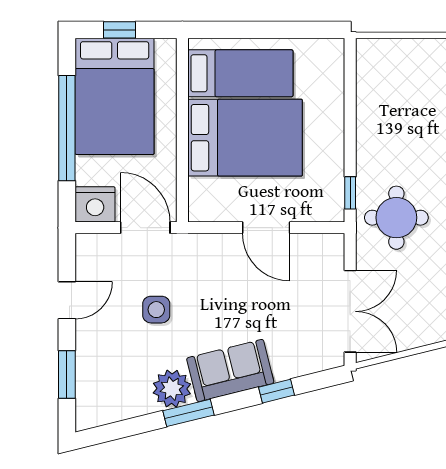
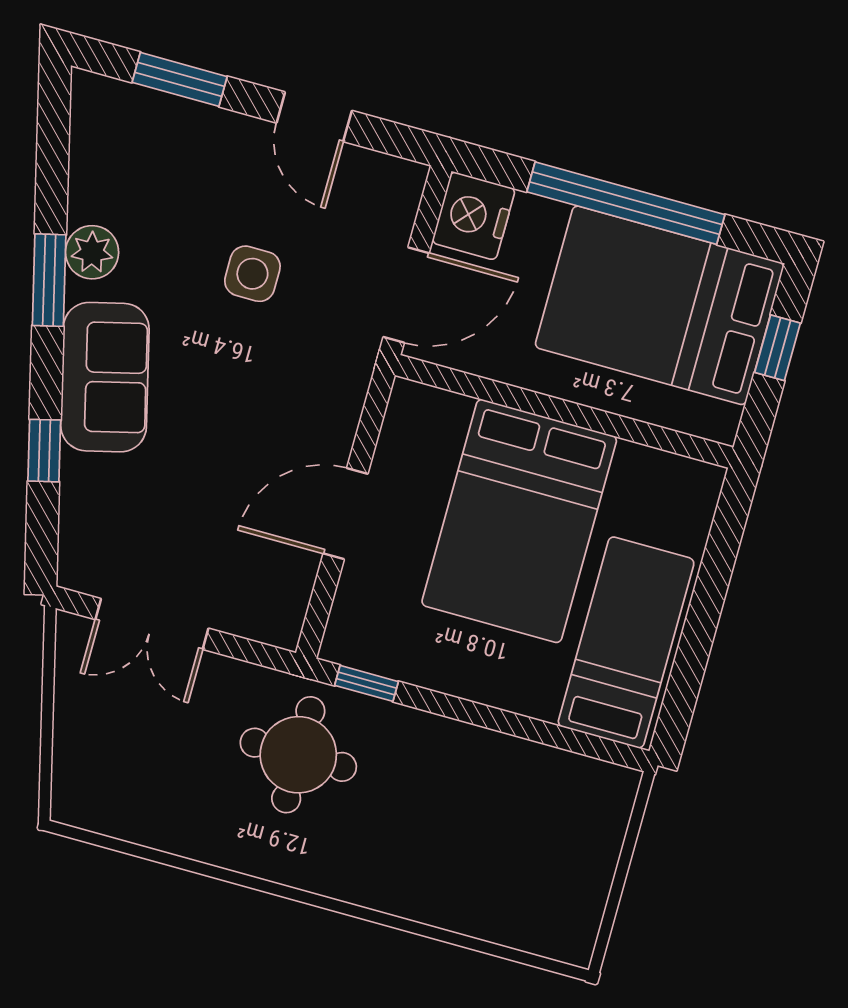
bed: (240, 73) -> (626, 642), moved, turned 180
double door: (350, 311) -> (152, 624), width x0.73
plant: (172, 389) -> (92, 252), width x0.73, depth x0.73

